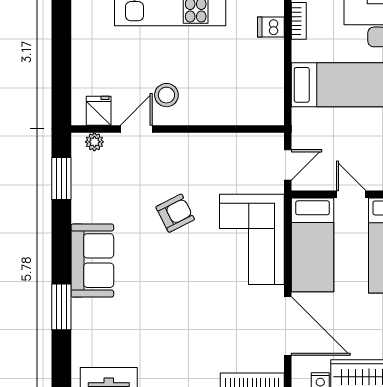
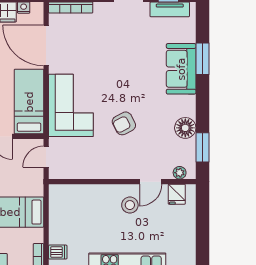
floor lamp: (86, 207) -> (185, 128), added
sofa: (92, 261) -> (181, 69), moved

